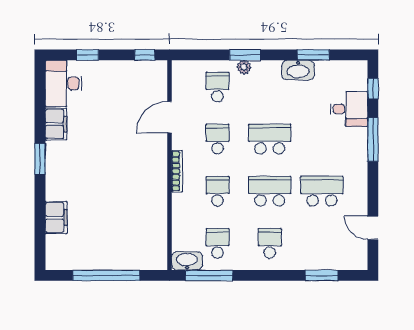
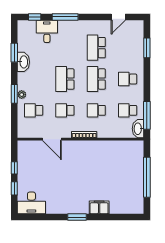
window: (145, 55) -> (14, 168), moved
filing cabinet: (56, 124) -> (56, 207), removed
filing cabinet: (56, 218) -> (99, 207), moved

